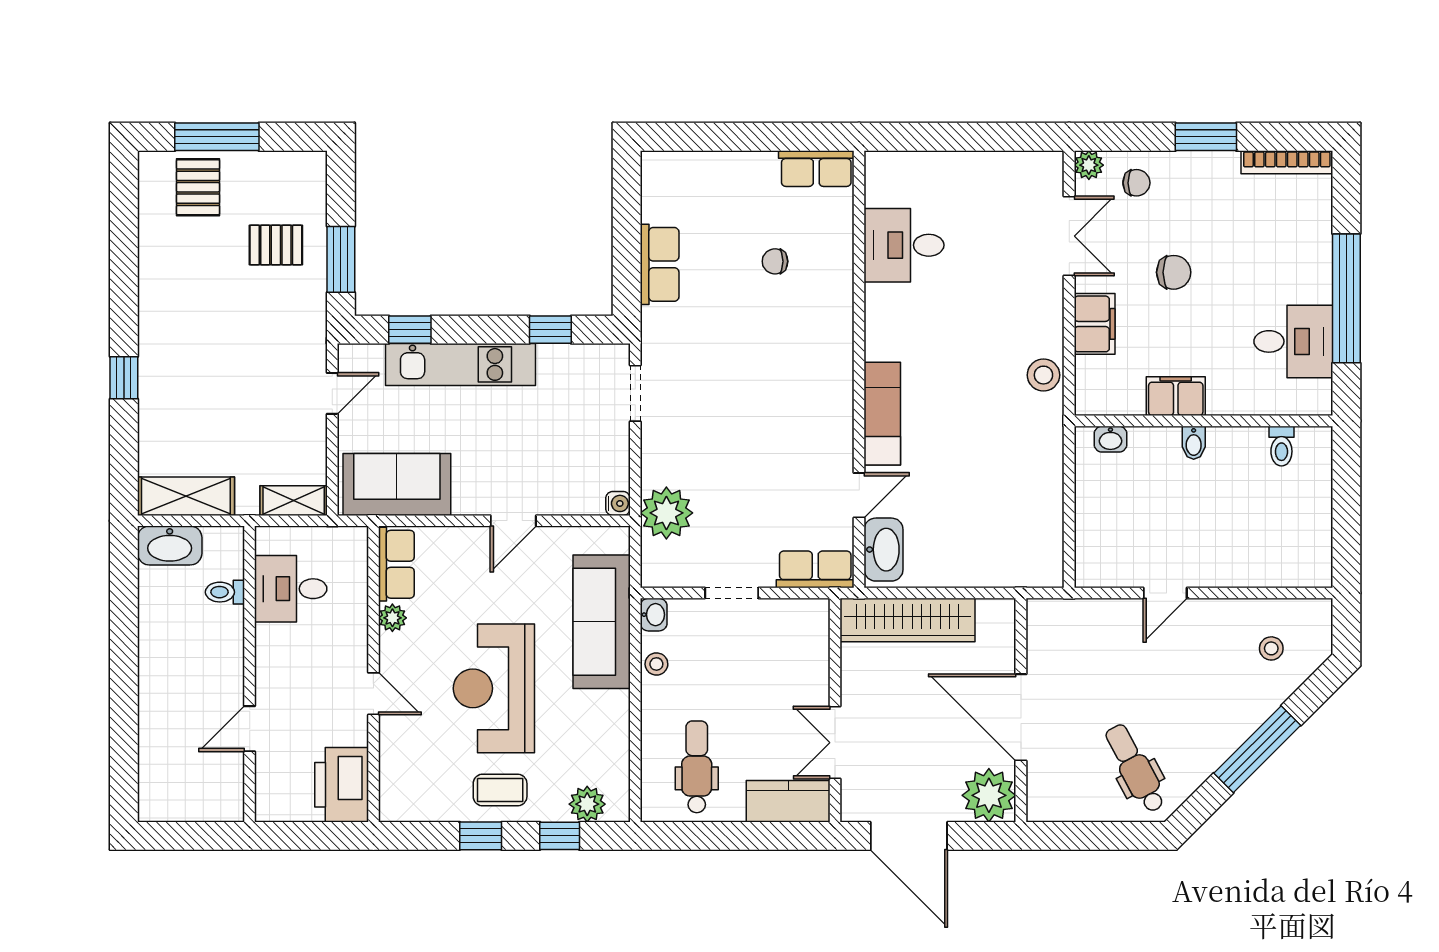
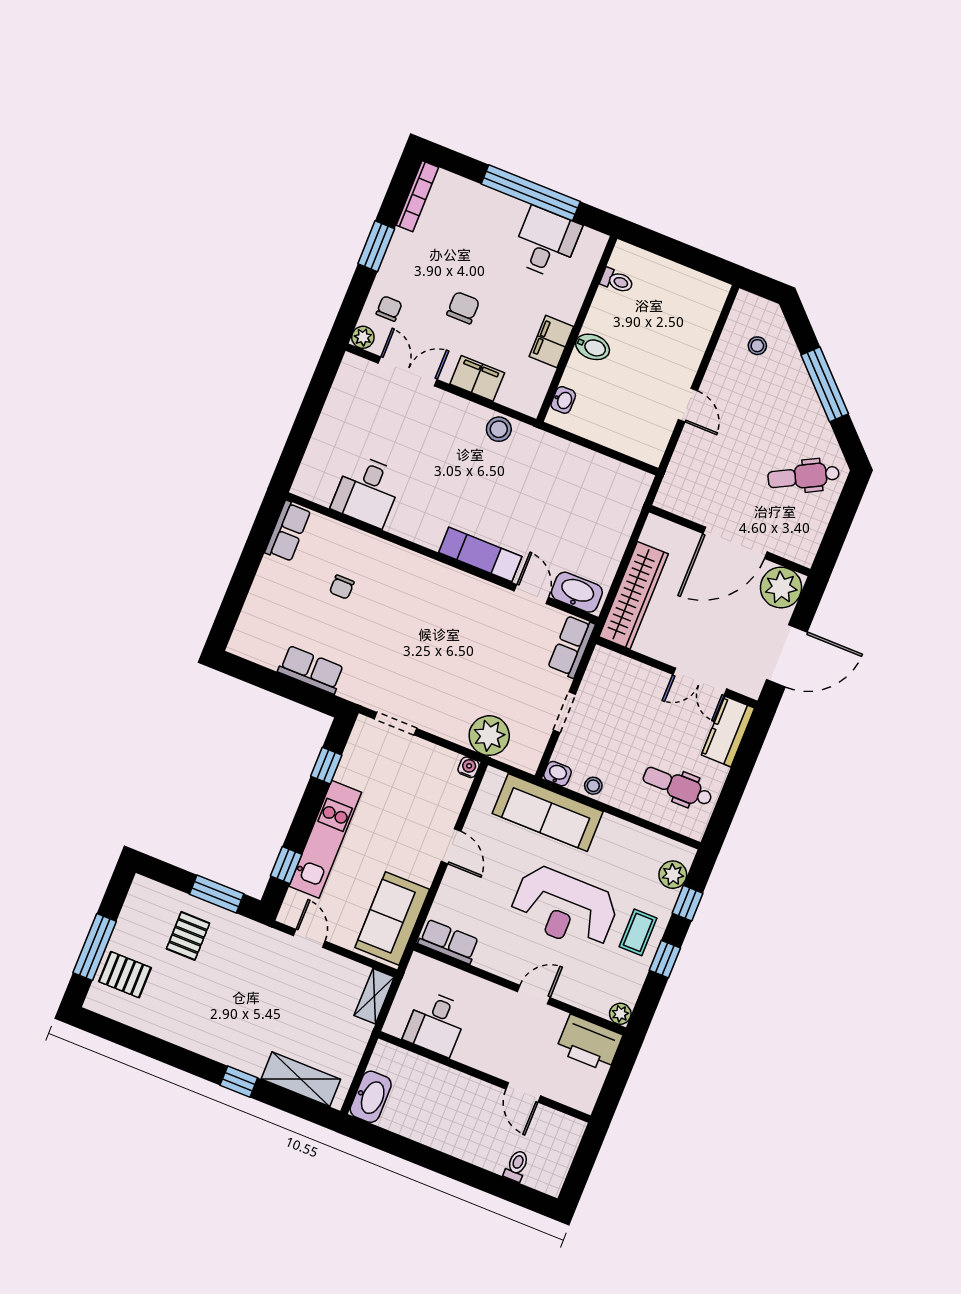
bidet: (1194, 443) -> (593, 347), width x1.38, depth x1.36
shelving: (186, 496) -> (301, 1079), moved, turned 90
toilet: (225, 592) -> (517, 1166), moved, turned 180
plant: (392, 618) -> (620, 1014), moved

